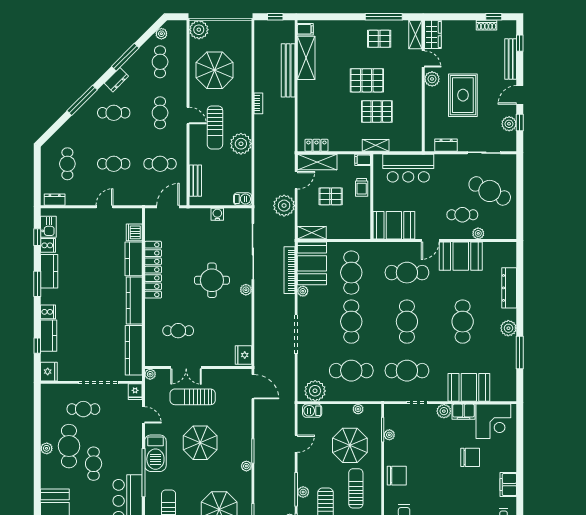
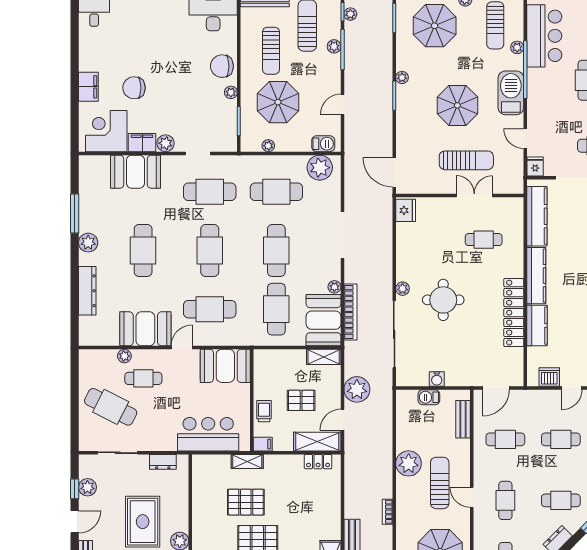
barbecue: (243, 199) -> (429, 397), moved
dishwasher: (134, 232) -> (549, 377), moved, turned -90
plant: (150, 374) -> (517, 47), moved
plant: (389, 435) -> (231, 92), moved
filing cabinet: (508, 485) -> (88, 87), moved

